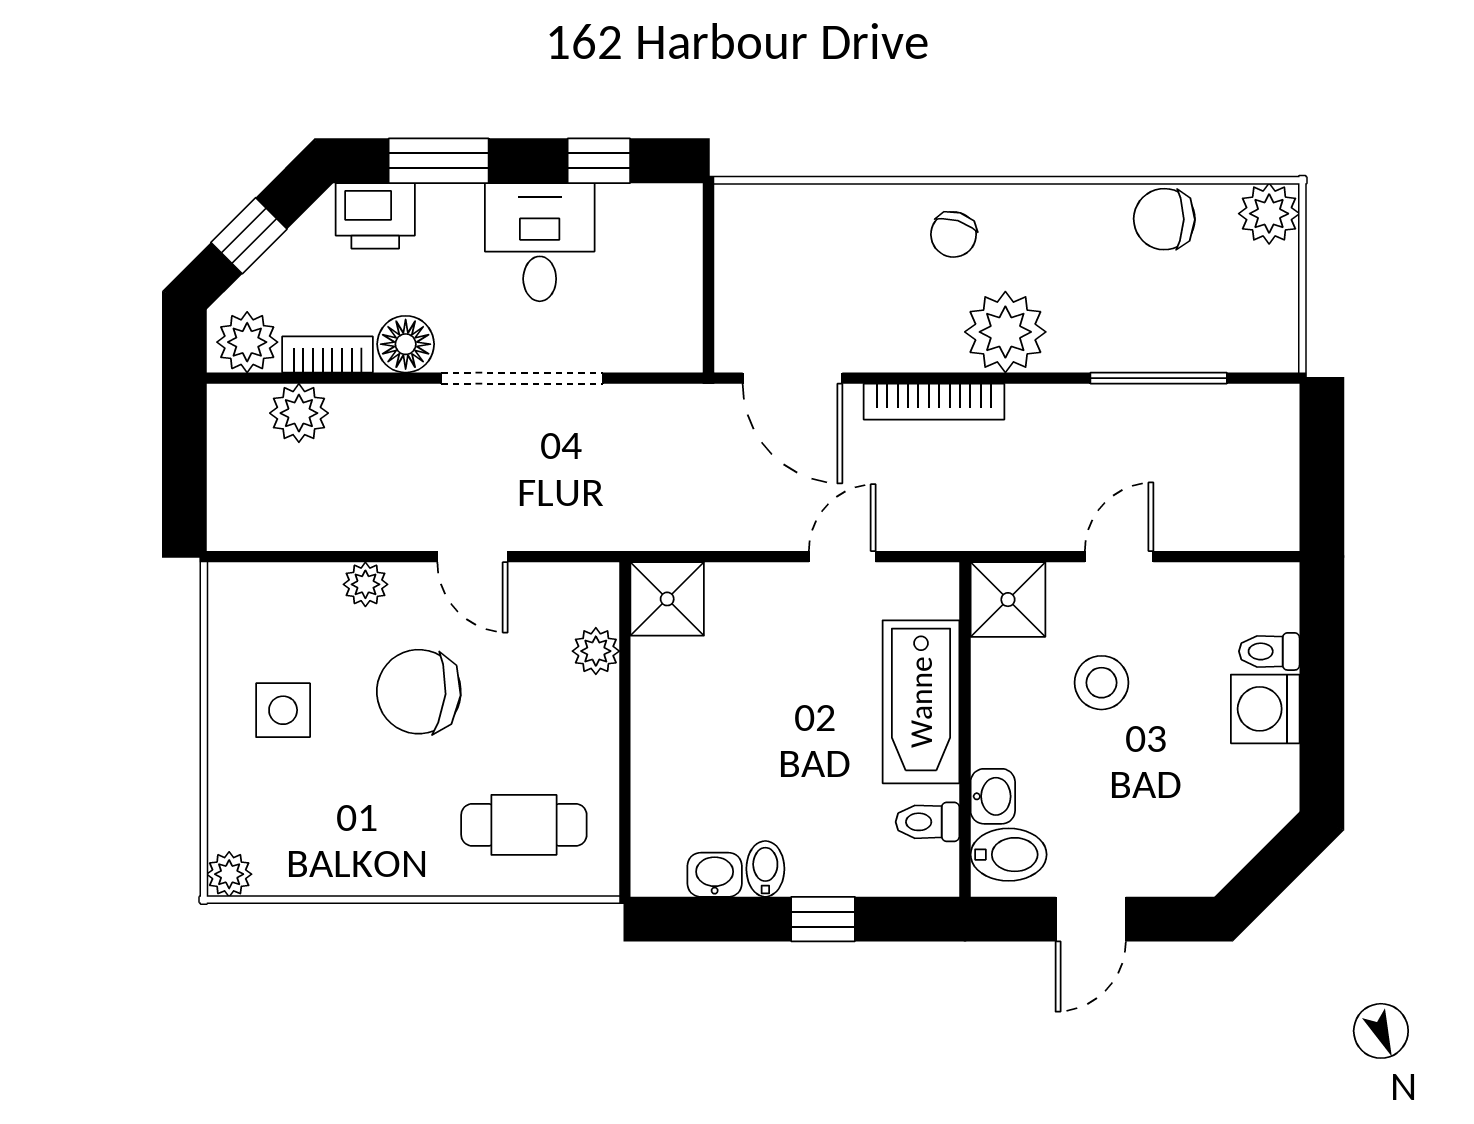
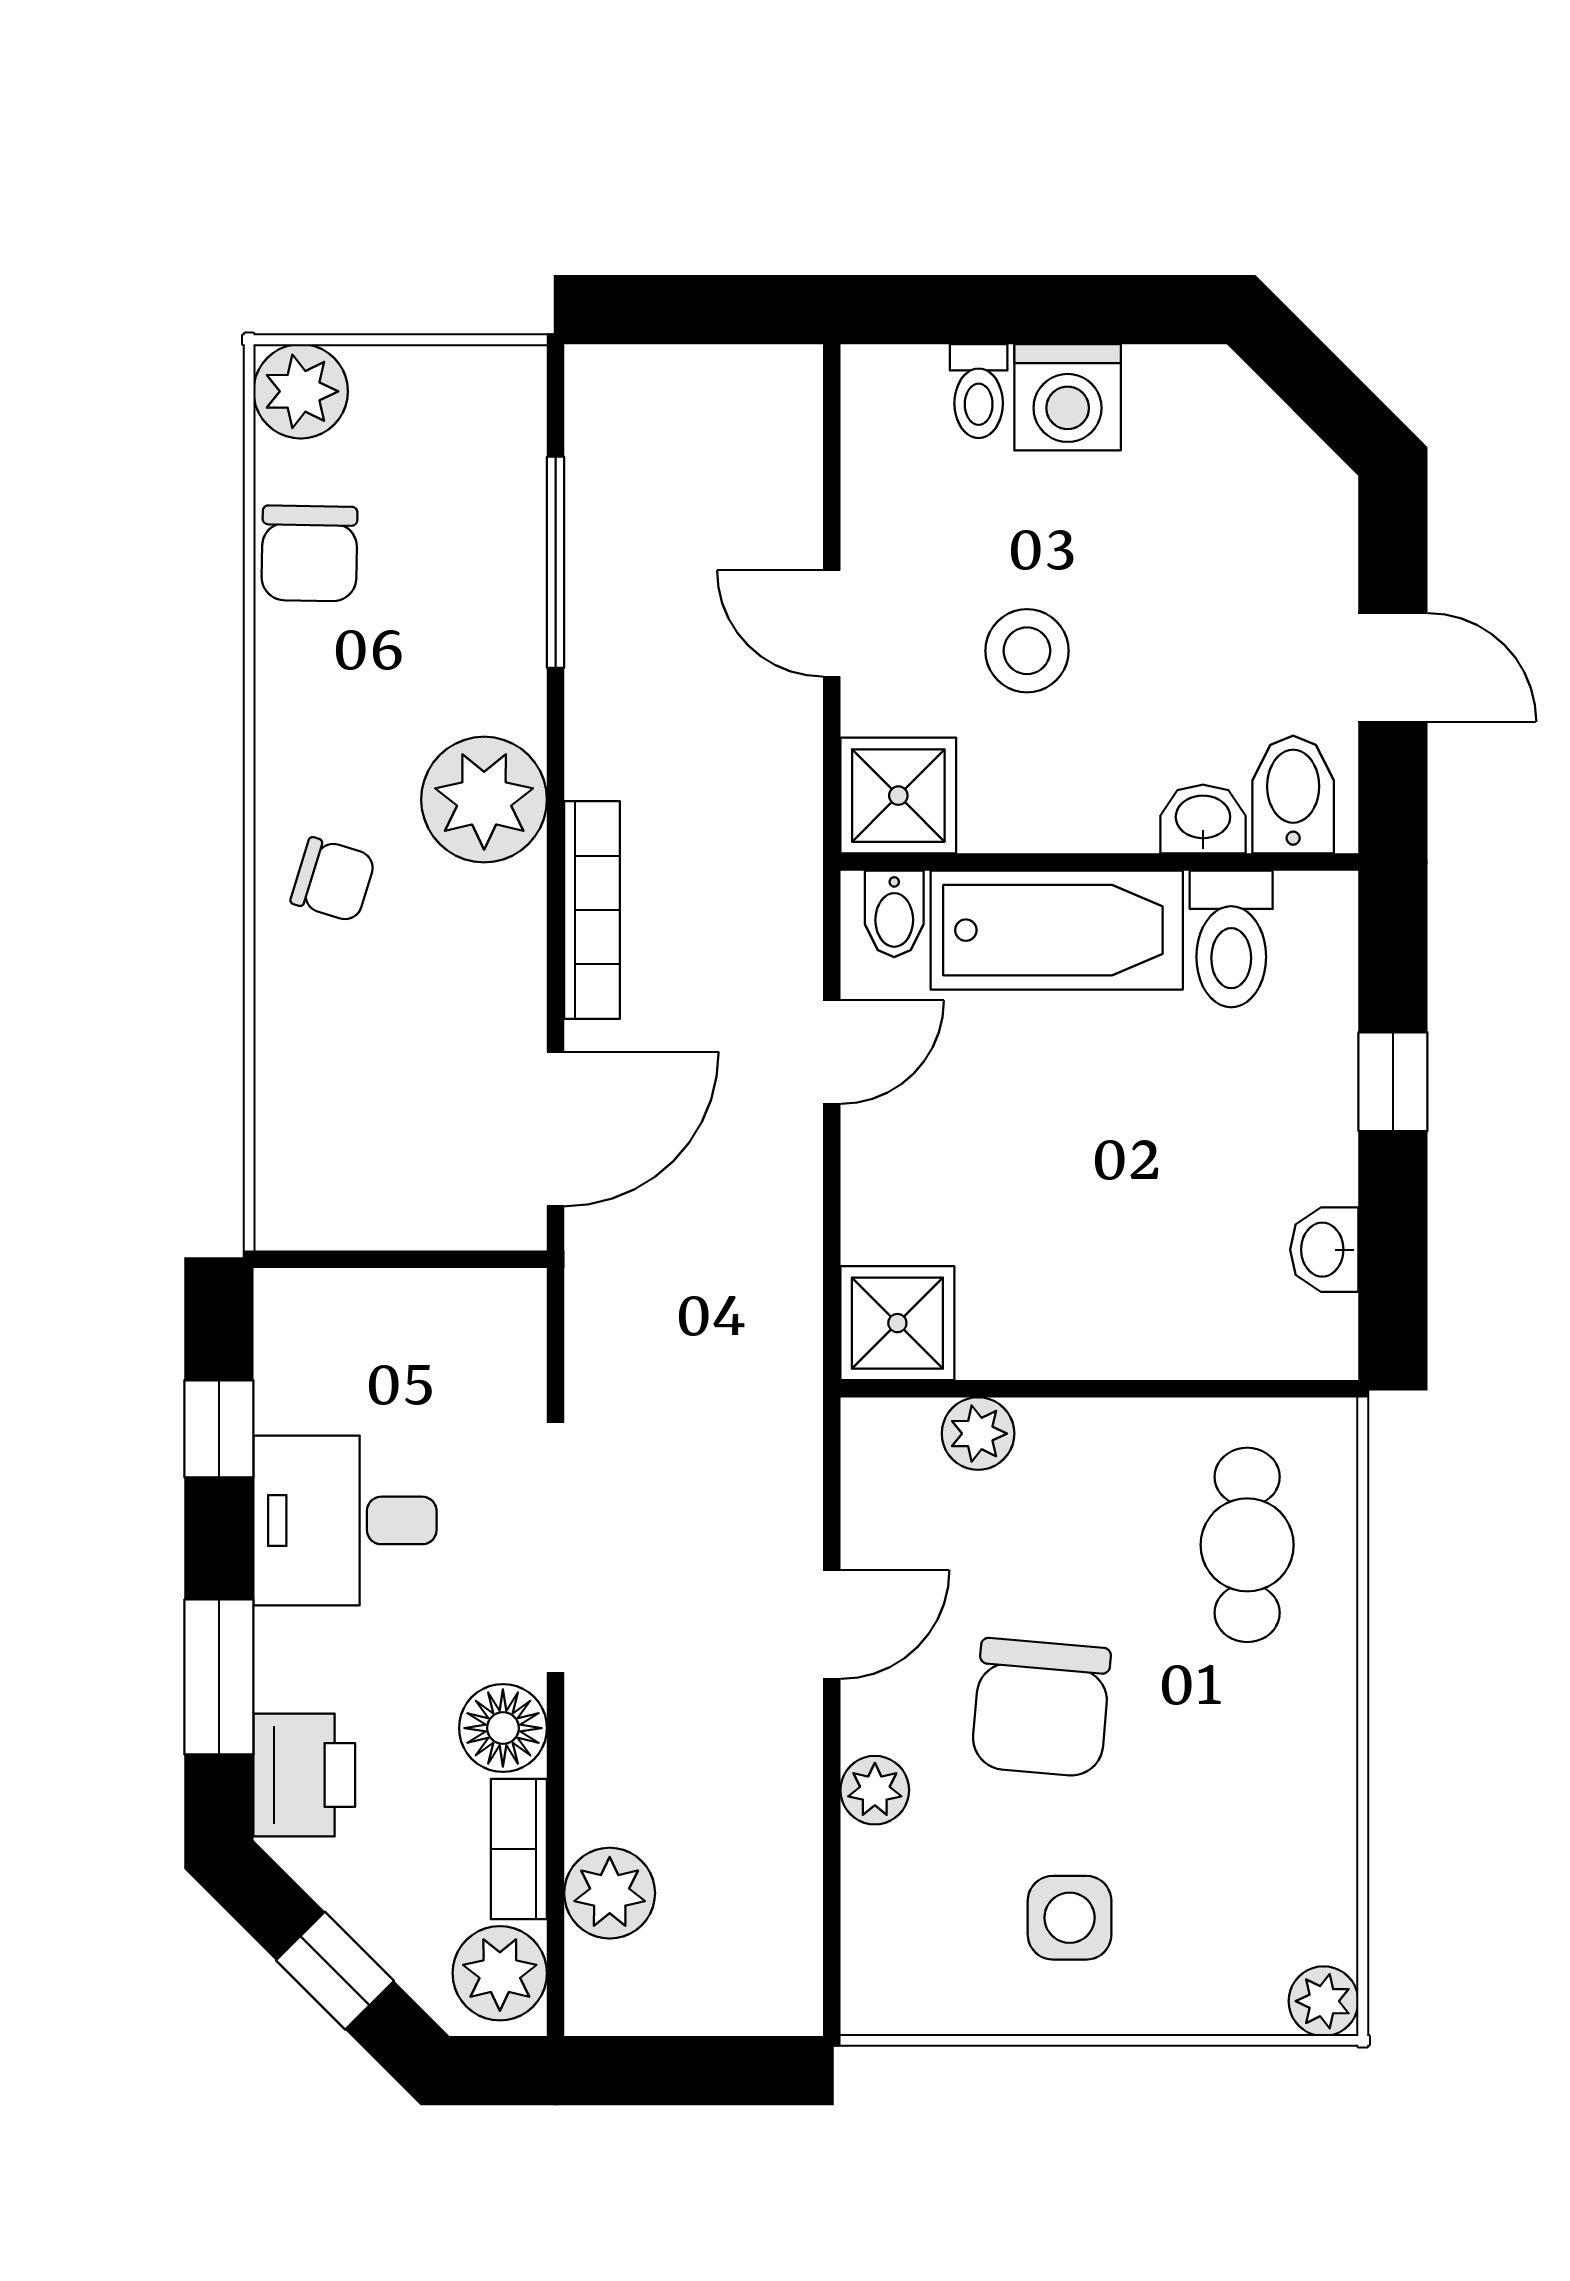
door: (842, 557) -> (832, 1052), swing flipped
toilet: (928, 822) -> (1231, 939), width x1.37, depth x1.39
bidet: (765, 869) -> (894, 914), moved, turned -90

